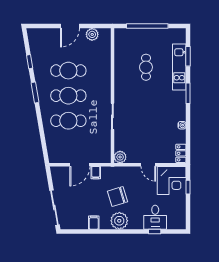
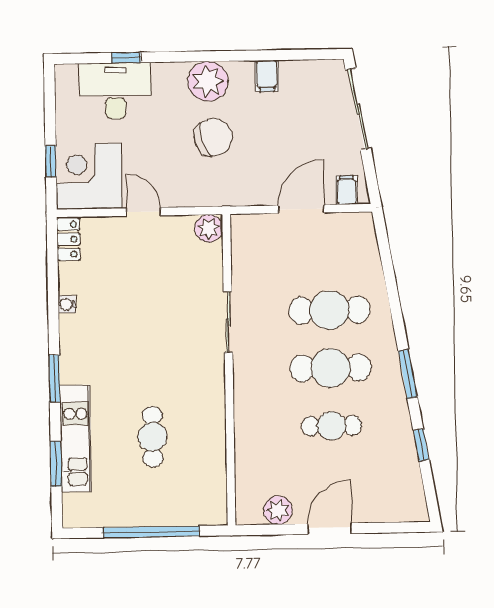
cafe table: (68, 71) -> (332, 426), width x0.73, depth x0.74
filing cabinet: (96, 173) -> (347, 190), moved
desk: (155, 217) -> (116, 91), width x1.37

